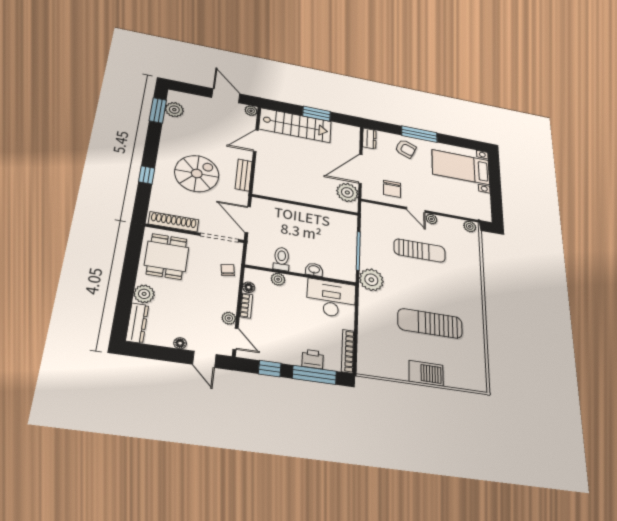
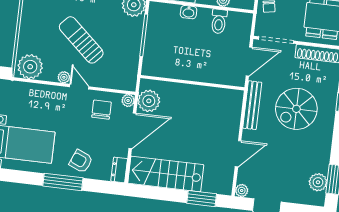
window: (317, 114) -> (202, 199), moved
stairs: (295, 125) -> (166, 174), moved
bench: (244, 175) -> (252, 105), width x1.36
plant: (368, 194) -> (128, 100), added
door: (248, 220) -> (249, 61), hinge flipped
plant: (470, 226) -> (30, 67), width x1.88, depth x1.88
sun lounger: (420, 251) -> (81, 40), turned 42

